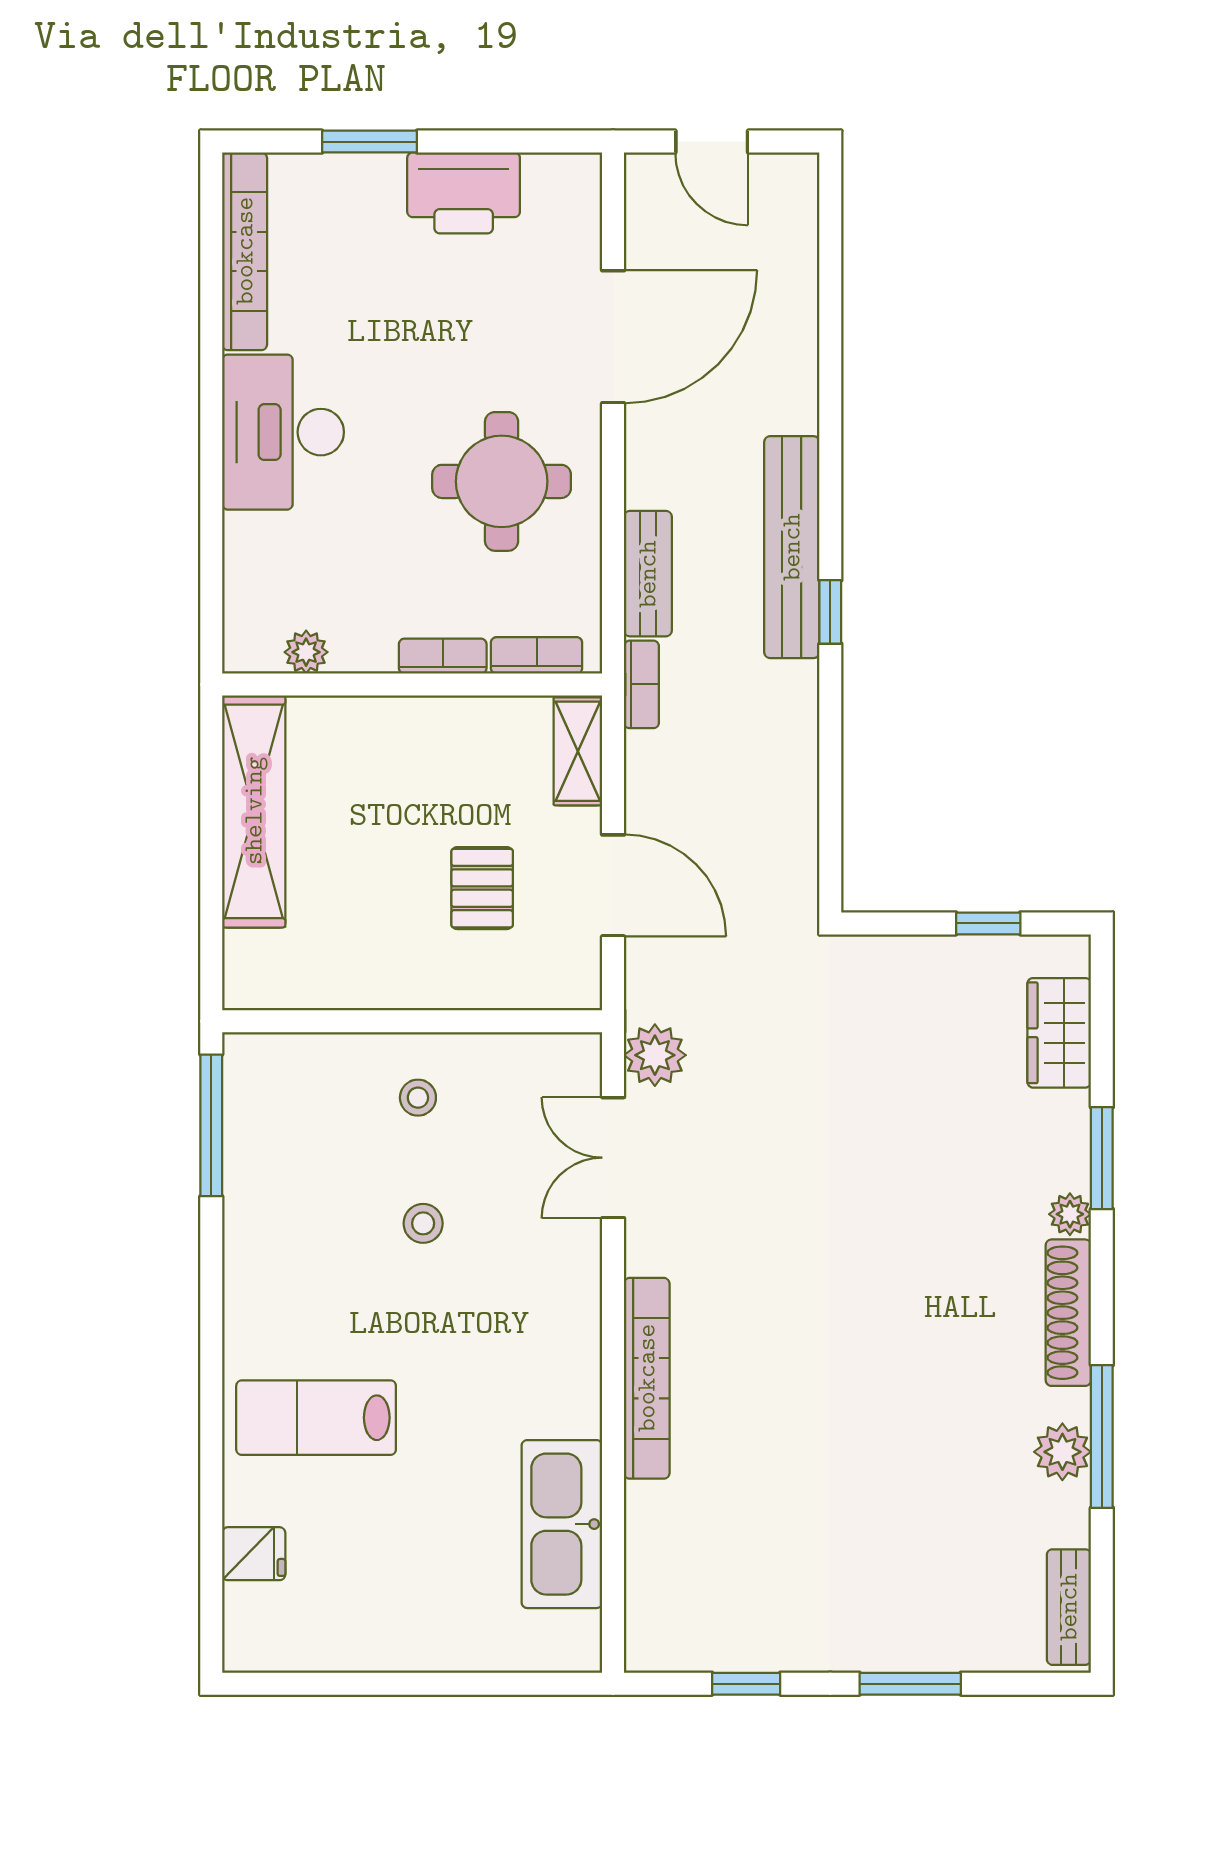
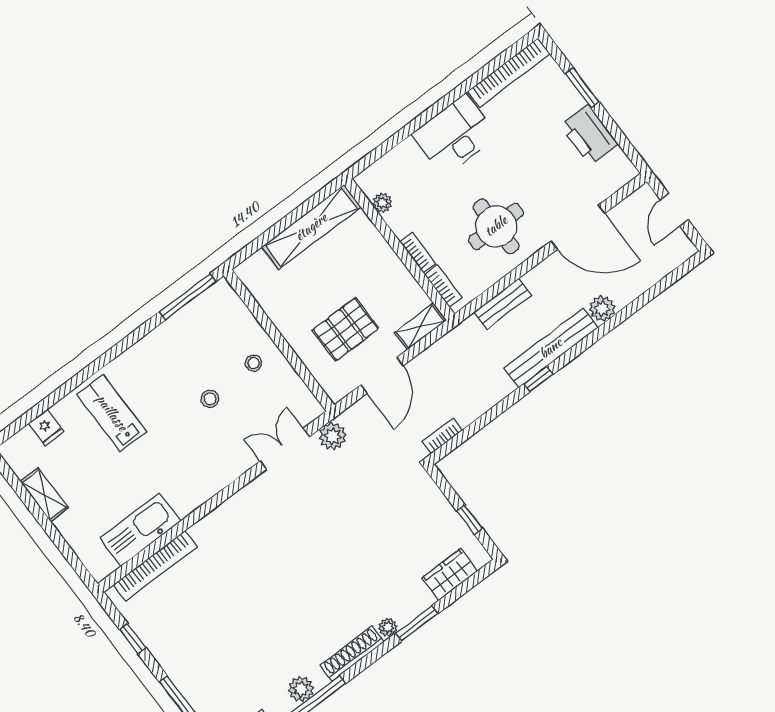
plant: (791, 403) -> (602, 309), added
bookcase: (641, 684) -> (442, 436), moved, turned 180
pallet: (482, 888) -> (346, 329), width x1.50, depth x1.42
bookcase: (647, 1378) -> (155, 566), moved
shelving: (371, 1648) -> (44, 495), added

